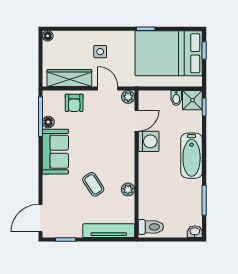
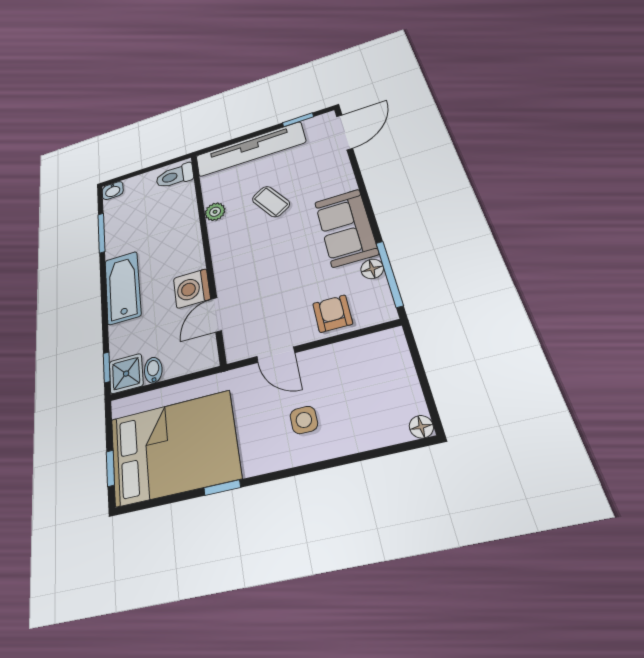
wardrobe: (69, 78) -> (353, 355), removed
plant: (128, 97) -> (237, 350), removed
tv unit: (109, 231) -> (250, 149), width x1.36, depth x1.29

